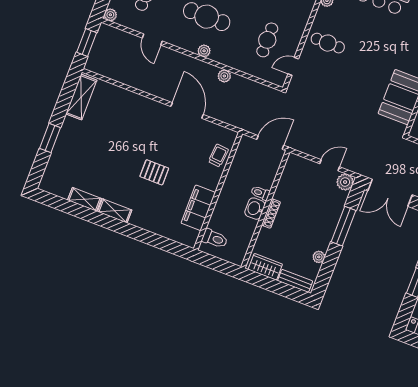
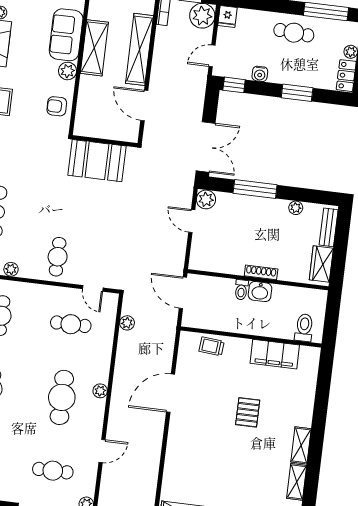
plant: (224, 76) -> (127, 323), moved

